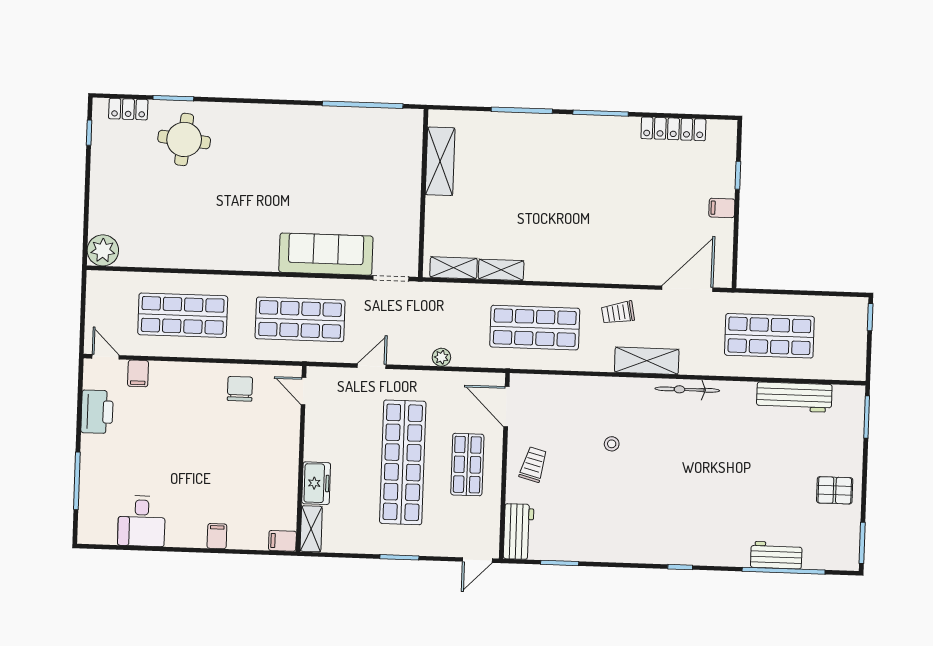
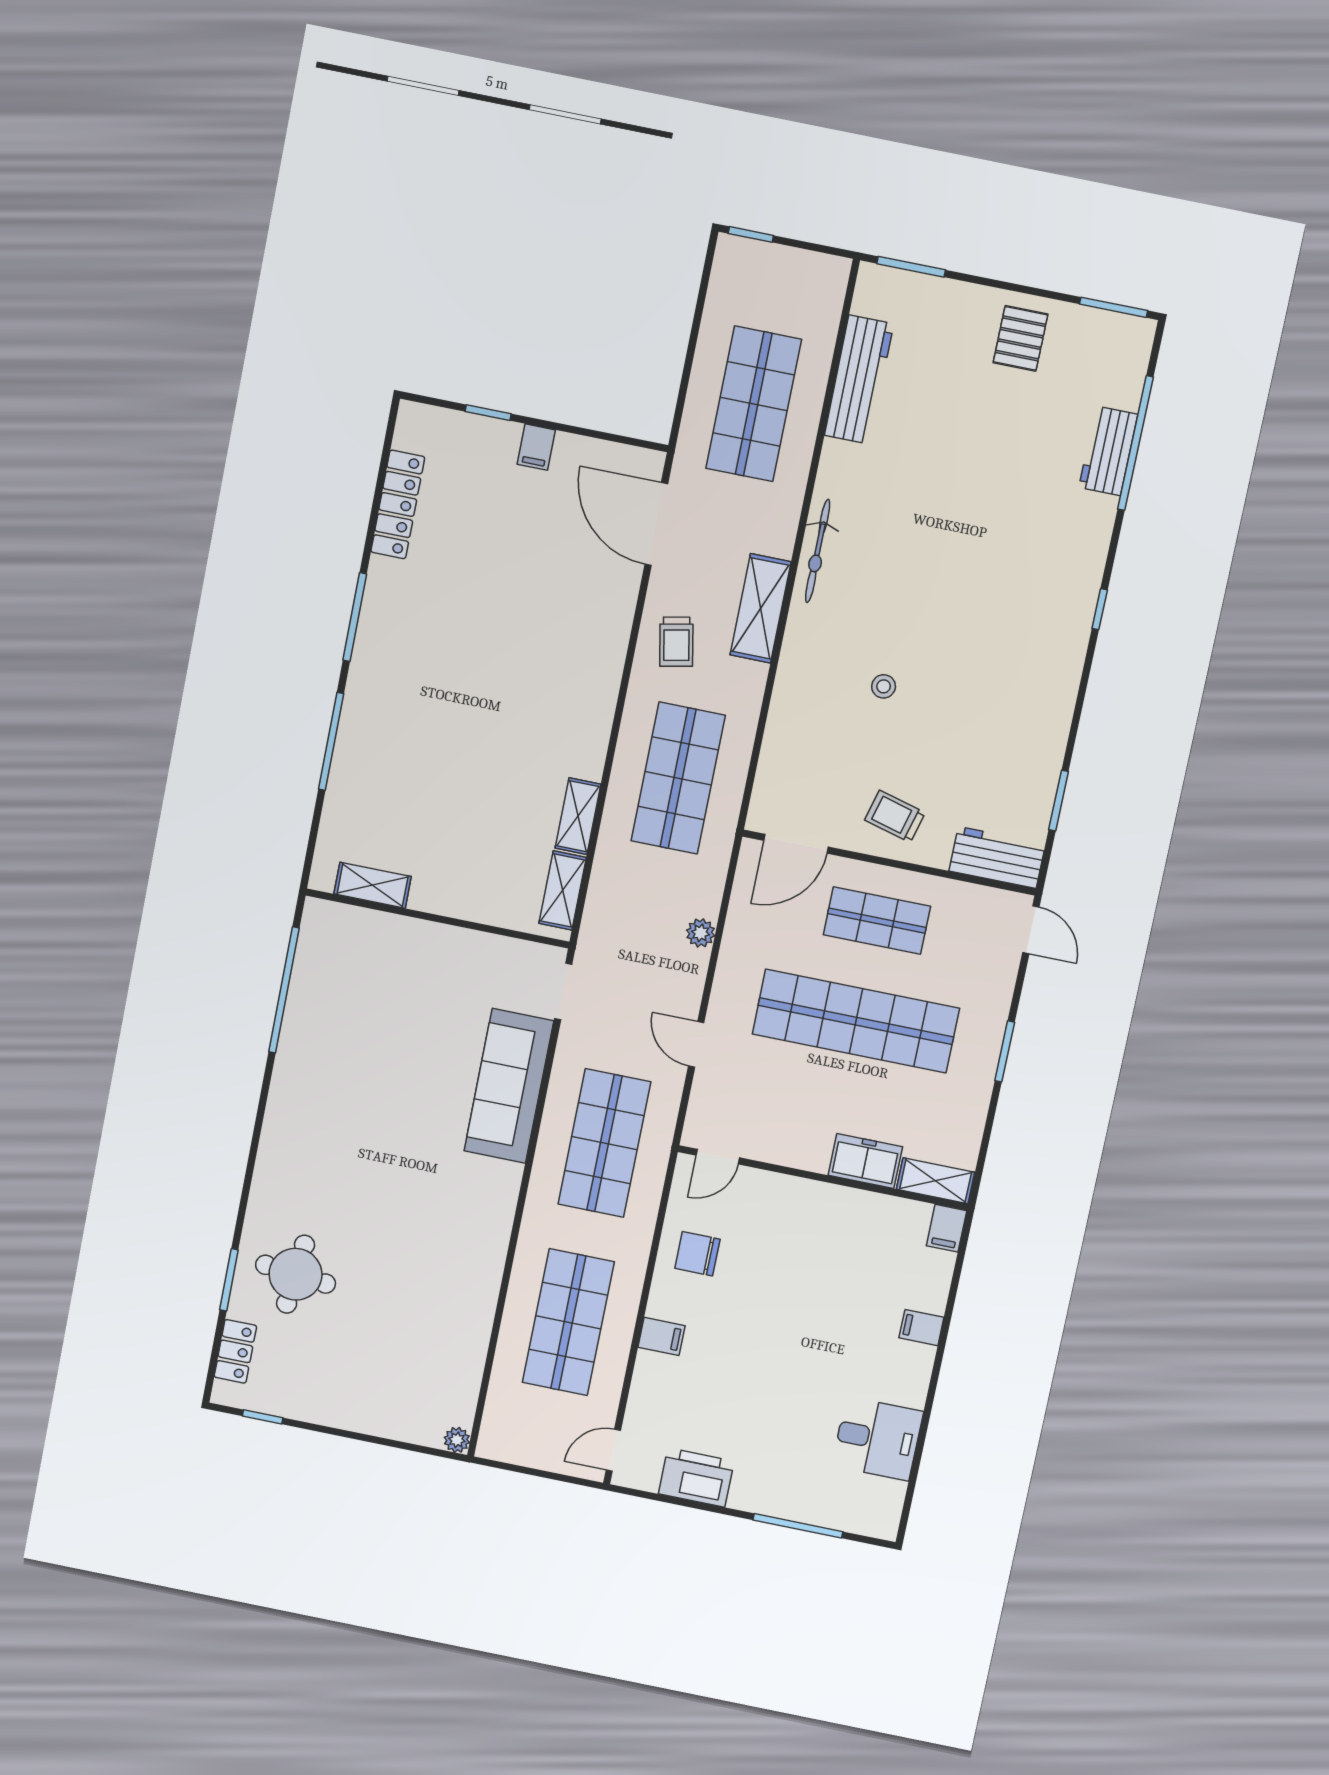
shelving: (440, 161) -> (373, 885), width x0.67, depth x0.75
plant: (103, 250) -> (457, 1440), width x0.53, depth x0.53
filing cabinet: (138, 373) -> (661, 1336), moved

